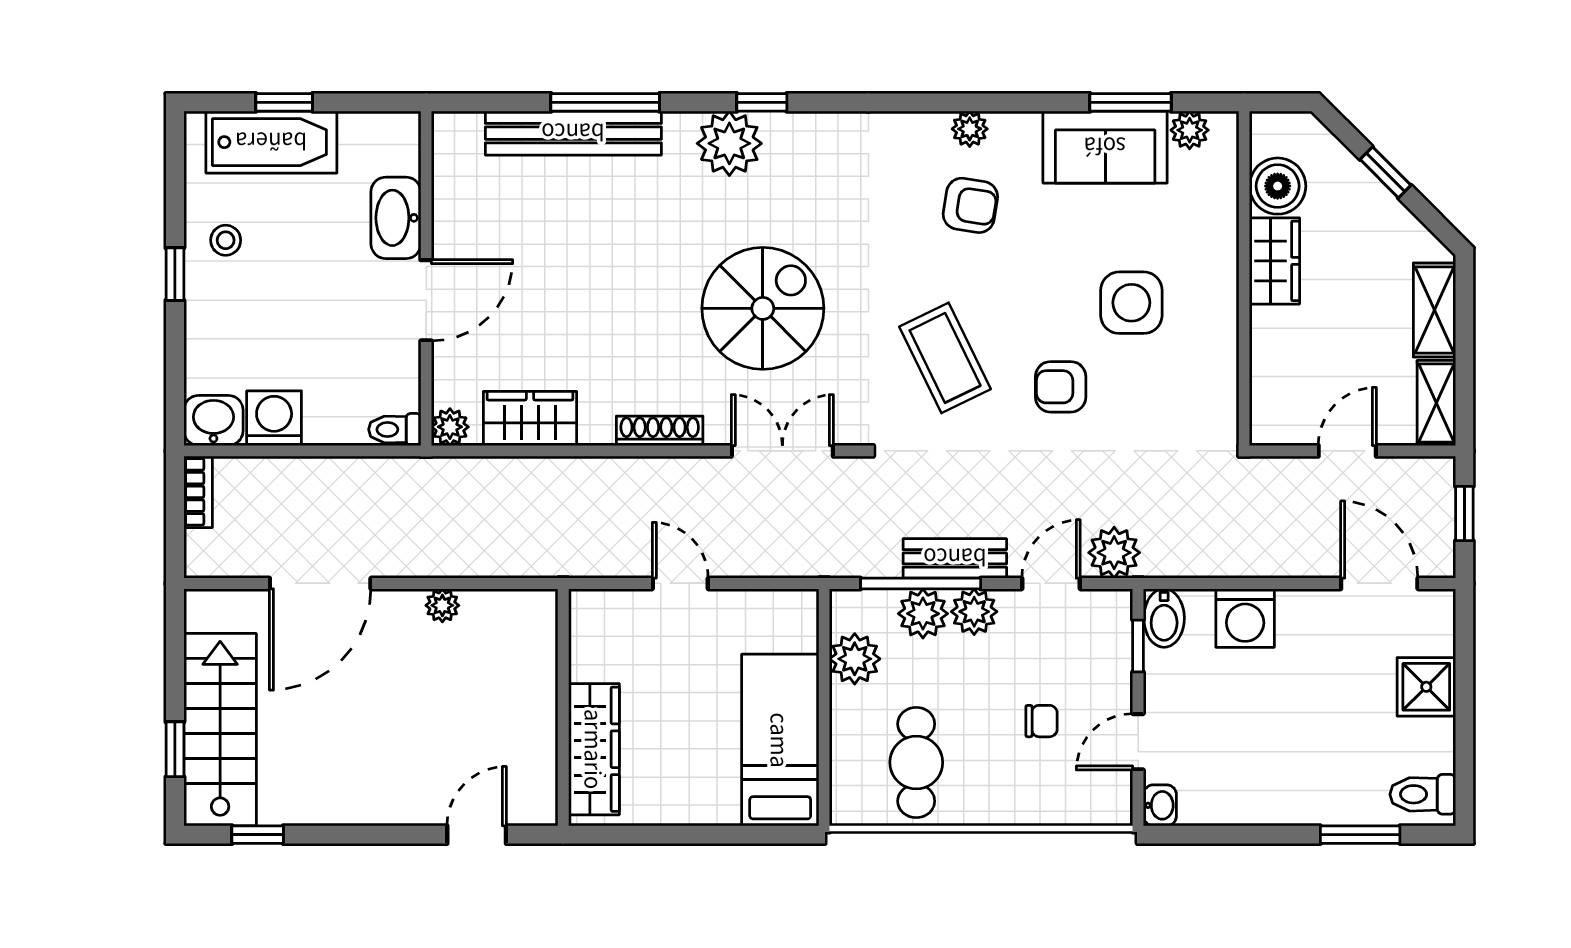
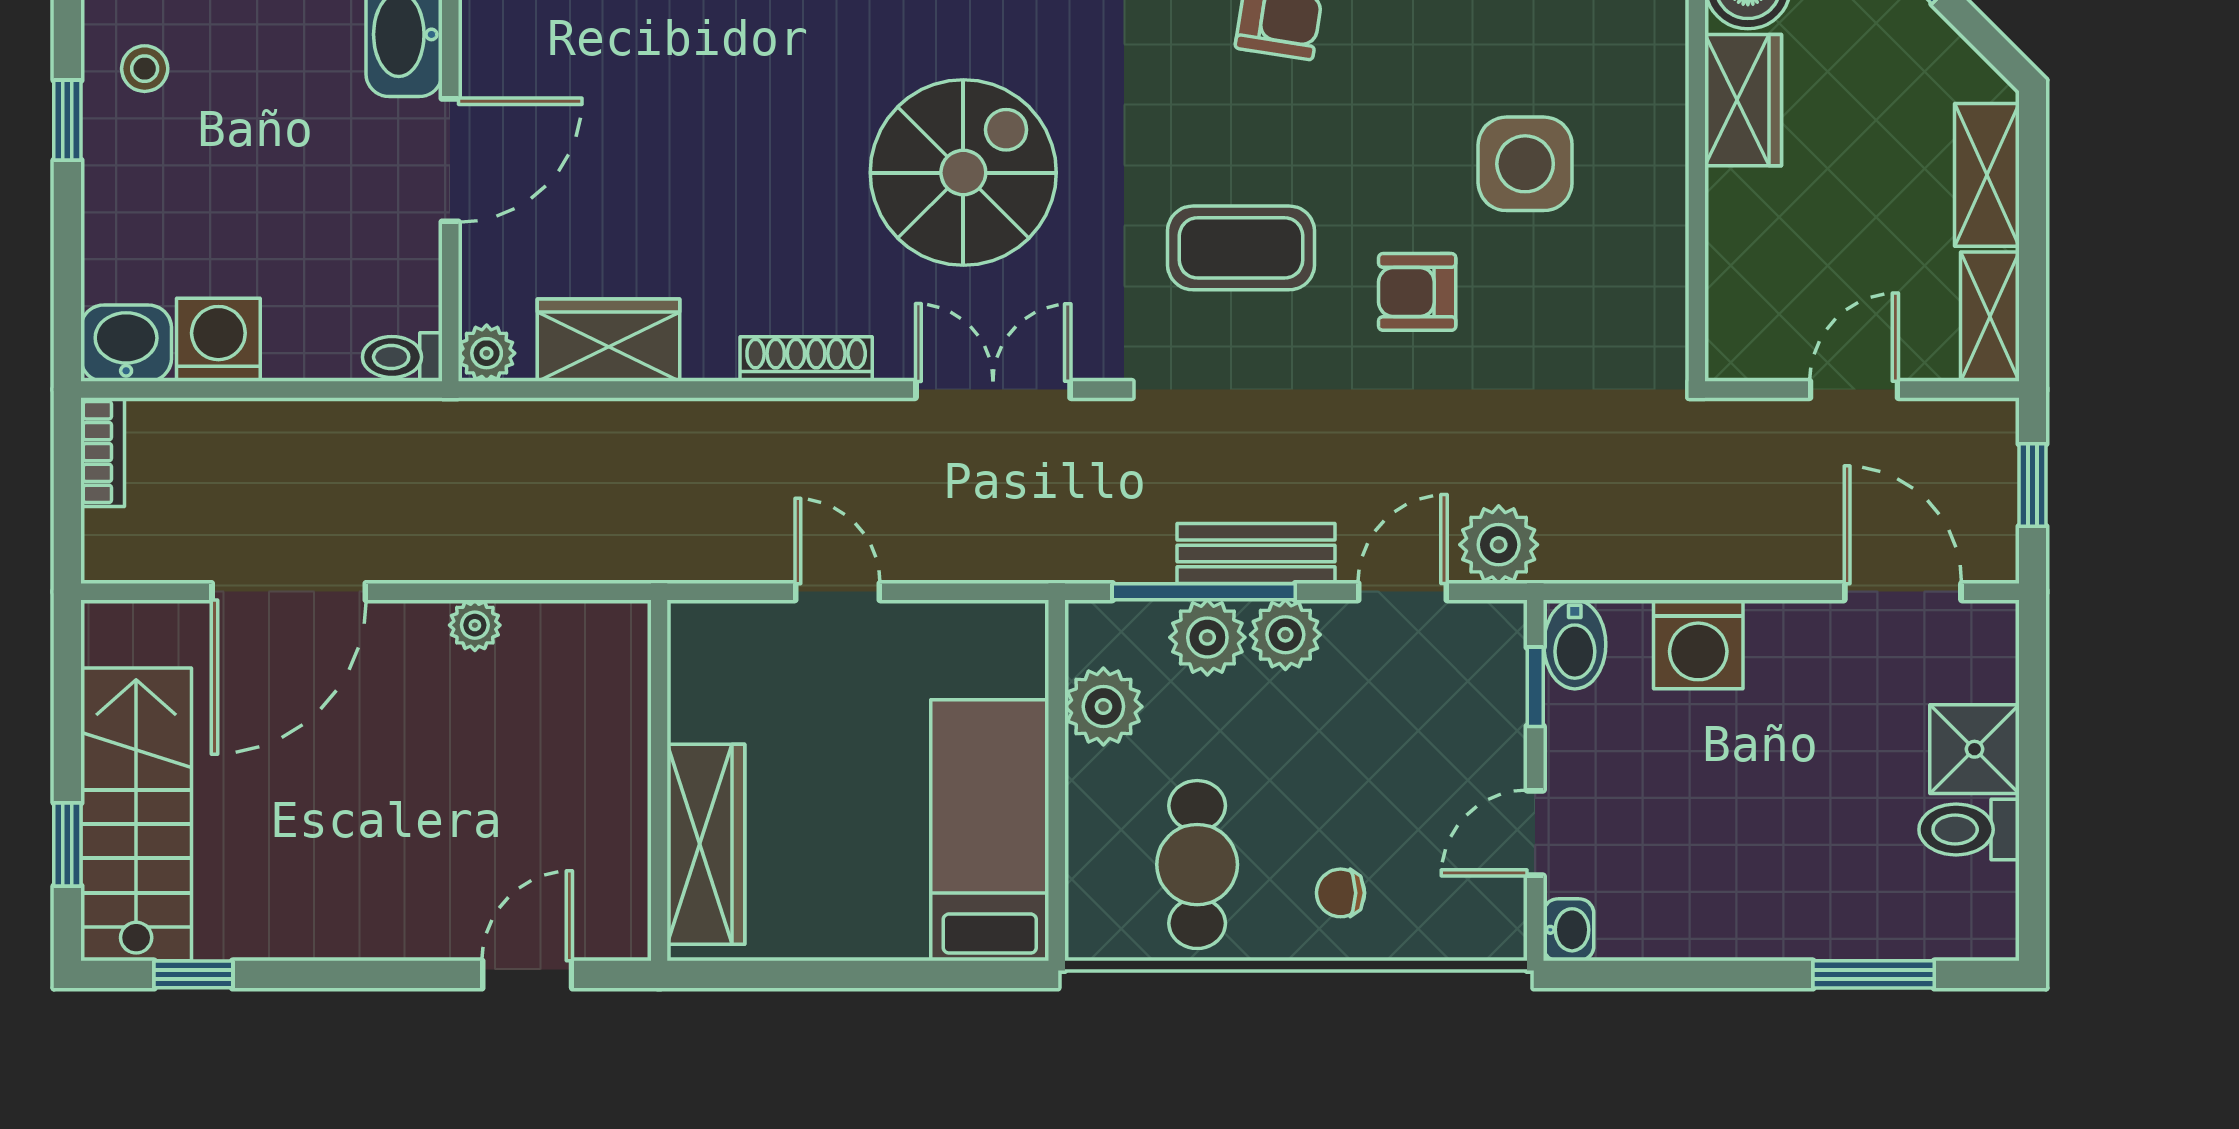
coffee table: (945, 358) -> (1241, 248), turned -64
chair: (1041, 721) -> (1341, 893), moved, turned 180
toilet: (1423, 794) -> (1969, 830), moved

